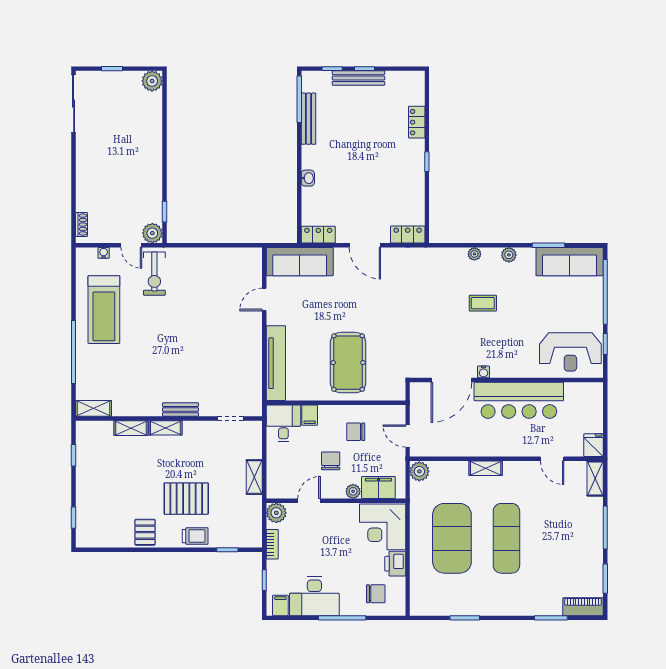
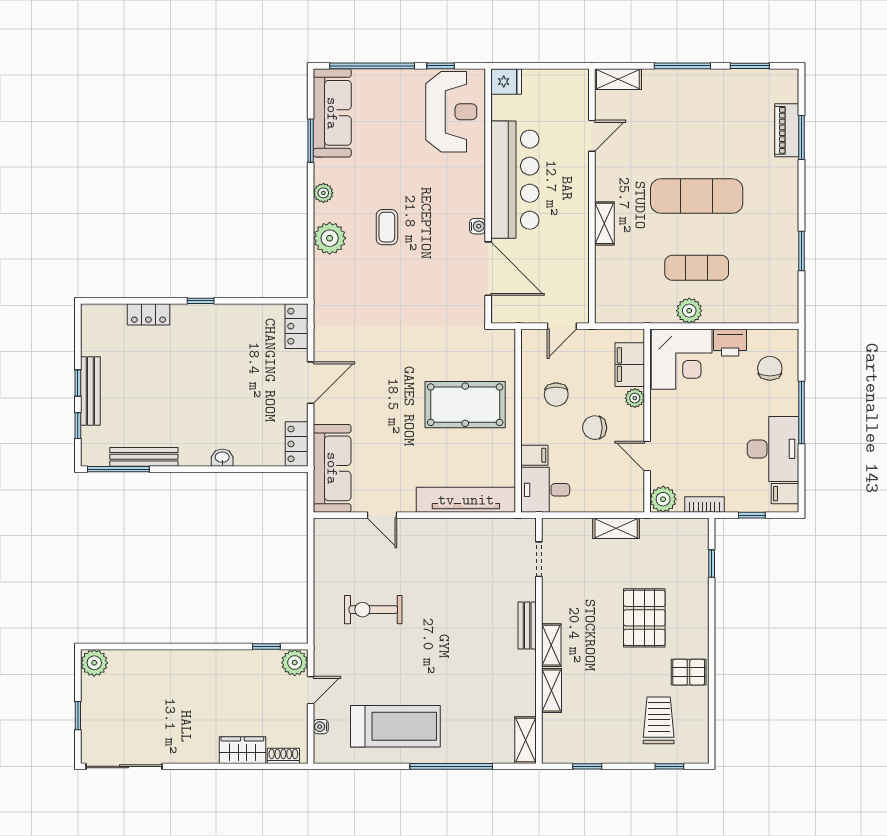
wardrobe: (86, 193) -> (242, 750), added
plant: (474, 254) -> (330, 238), width x1.88, depth x1.88
exercise bike: (154, 274) -> (373, 610), moved, turned 180
fridge: (594, 445) -> (506, 82), moved, turned 180
plant: (419, 471) -> (689, 311), moved
trolley: (195, 536) -> (659, 720), moved, width x1.36, depth x1.39
exercise mat: (452, 538) -> (697, 268), width x0.50, depth x0.69
piano: (583, 607) -> (787, 130), moved

